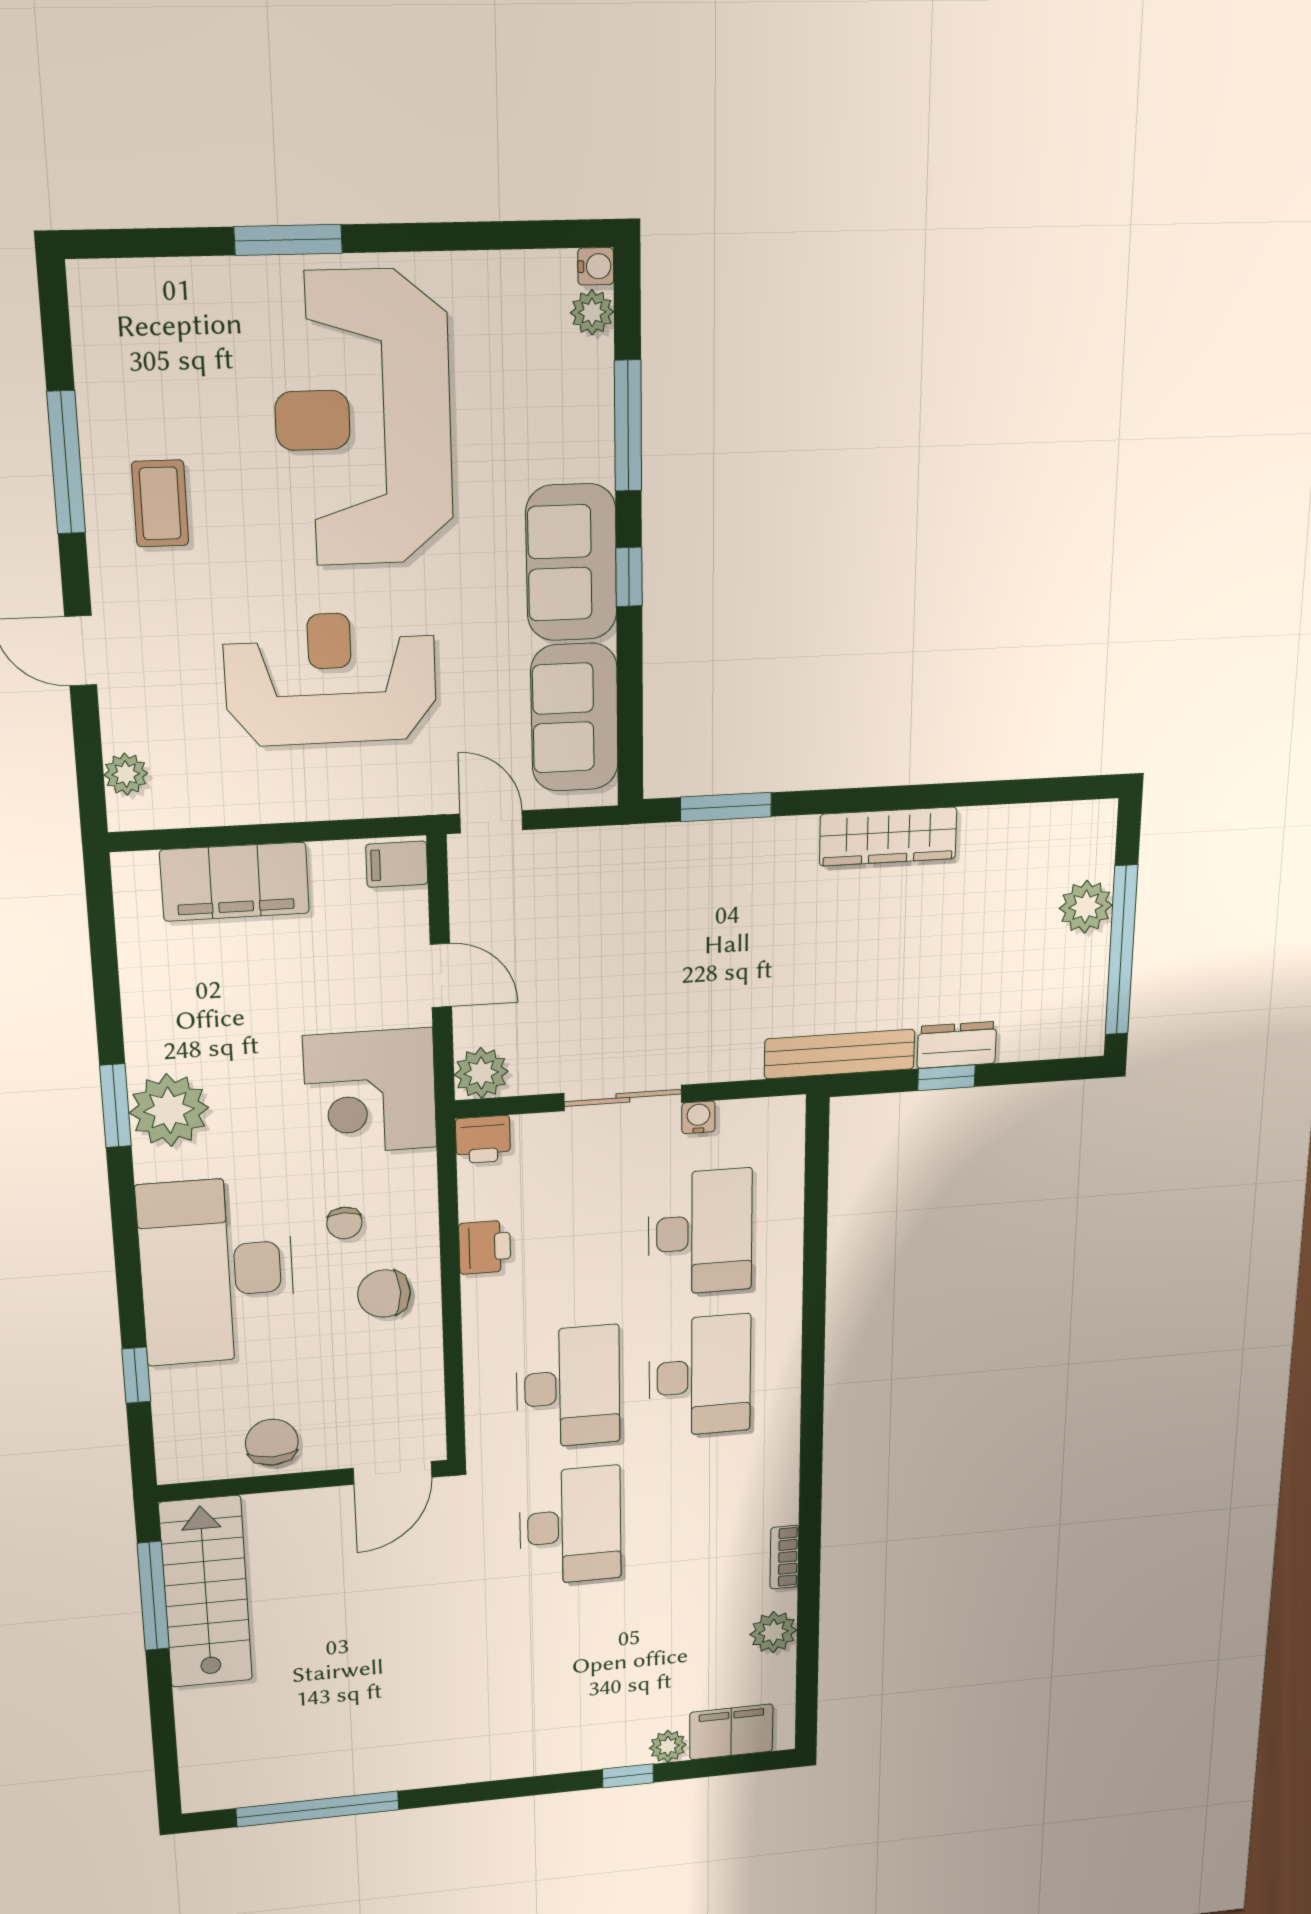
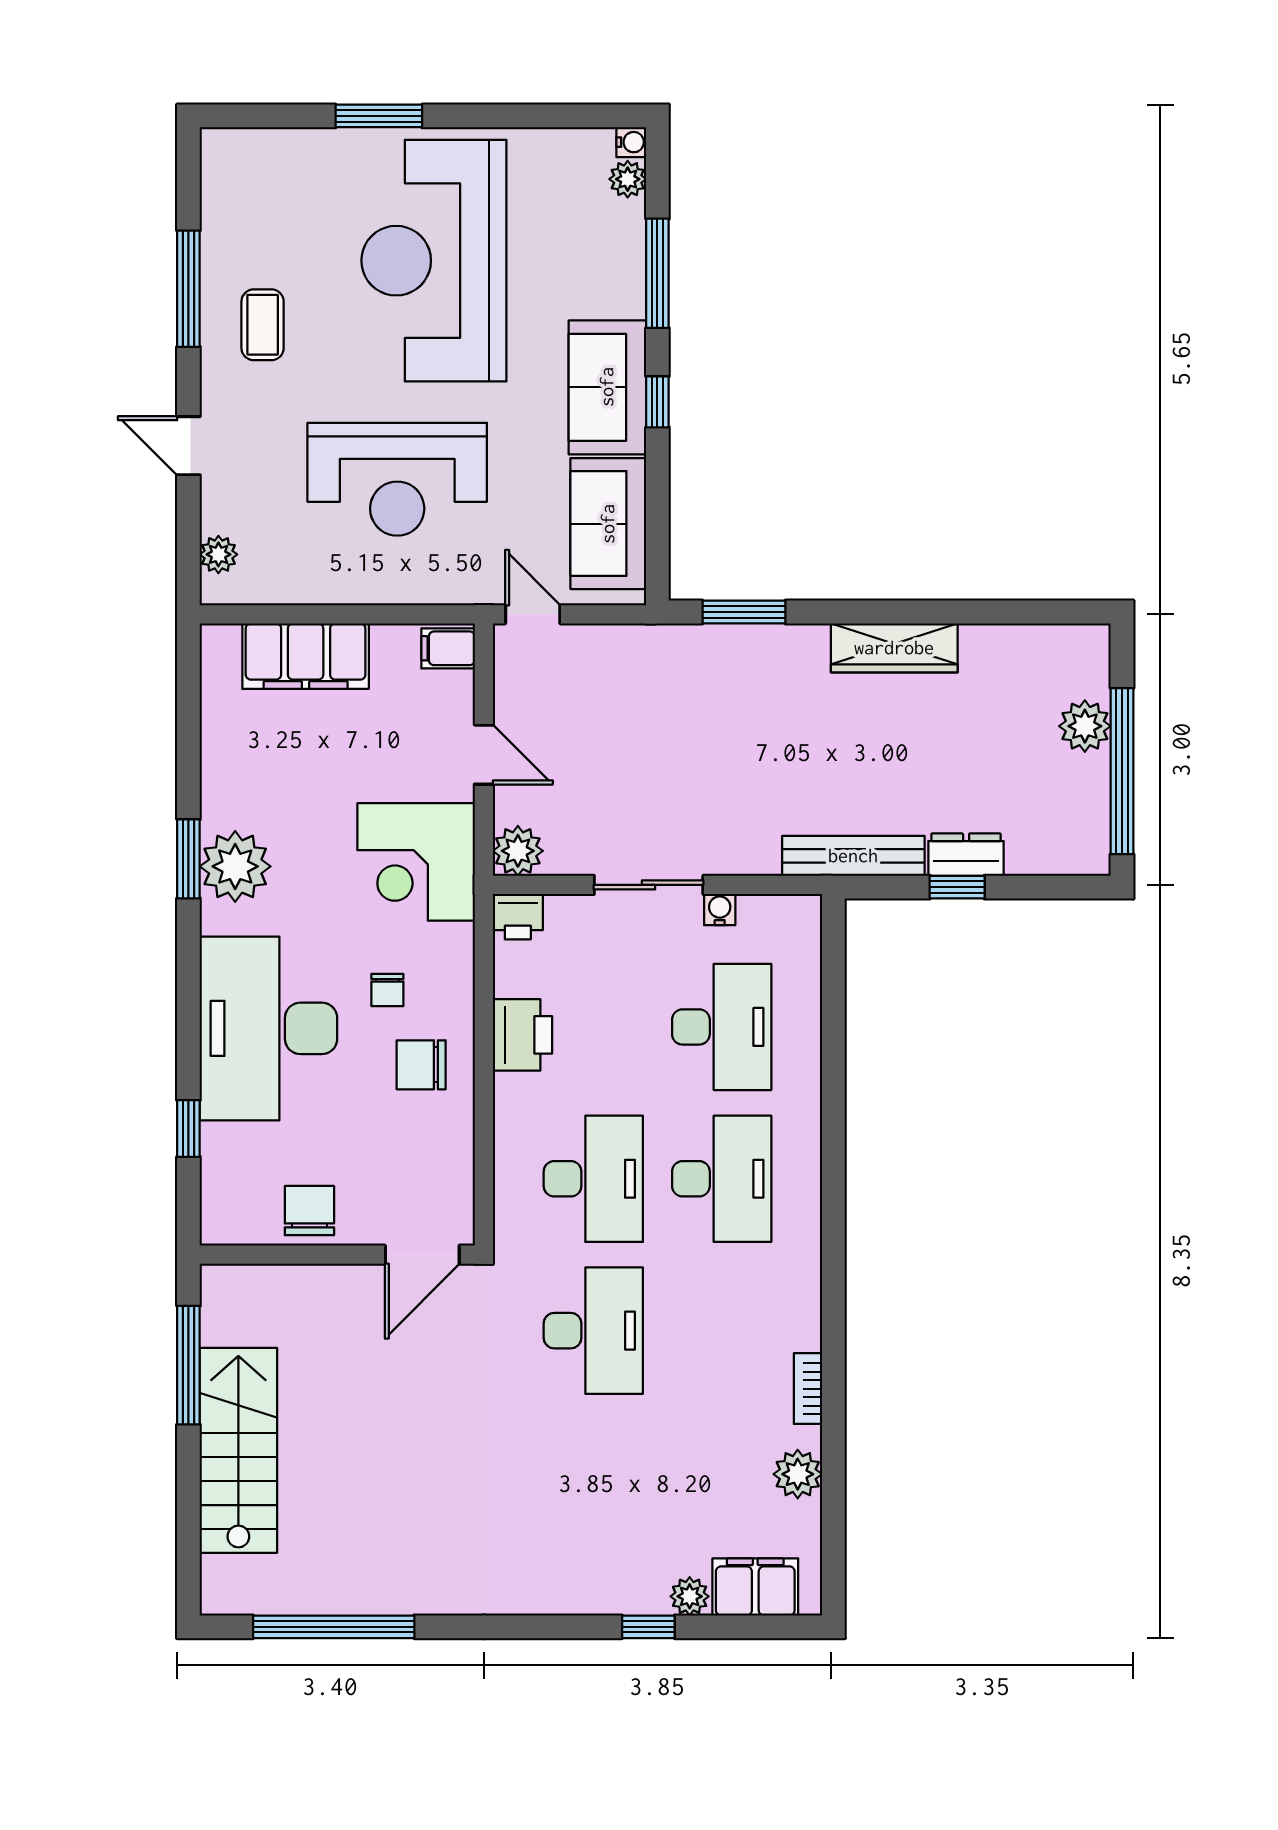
reception desk: (331, 679) -> (397, 479), turned 180
printer: (485, 1247) -> (522, 1035), width x1.36, depth x1.24
stairs: (206, 1592) -> (238, 1450), moved

